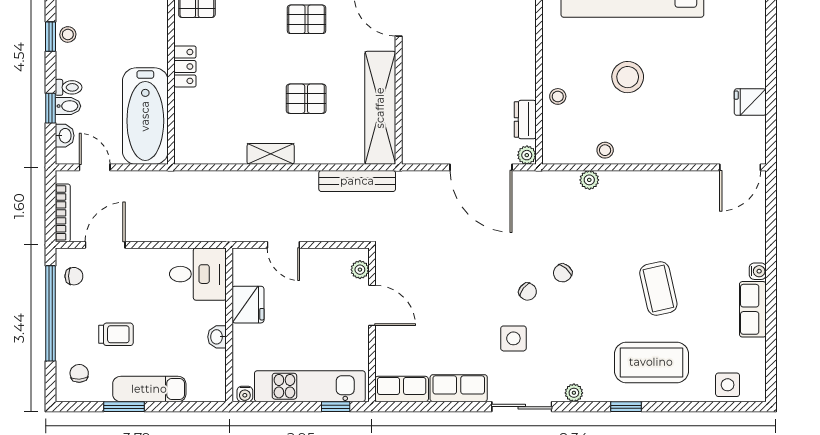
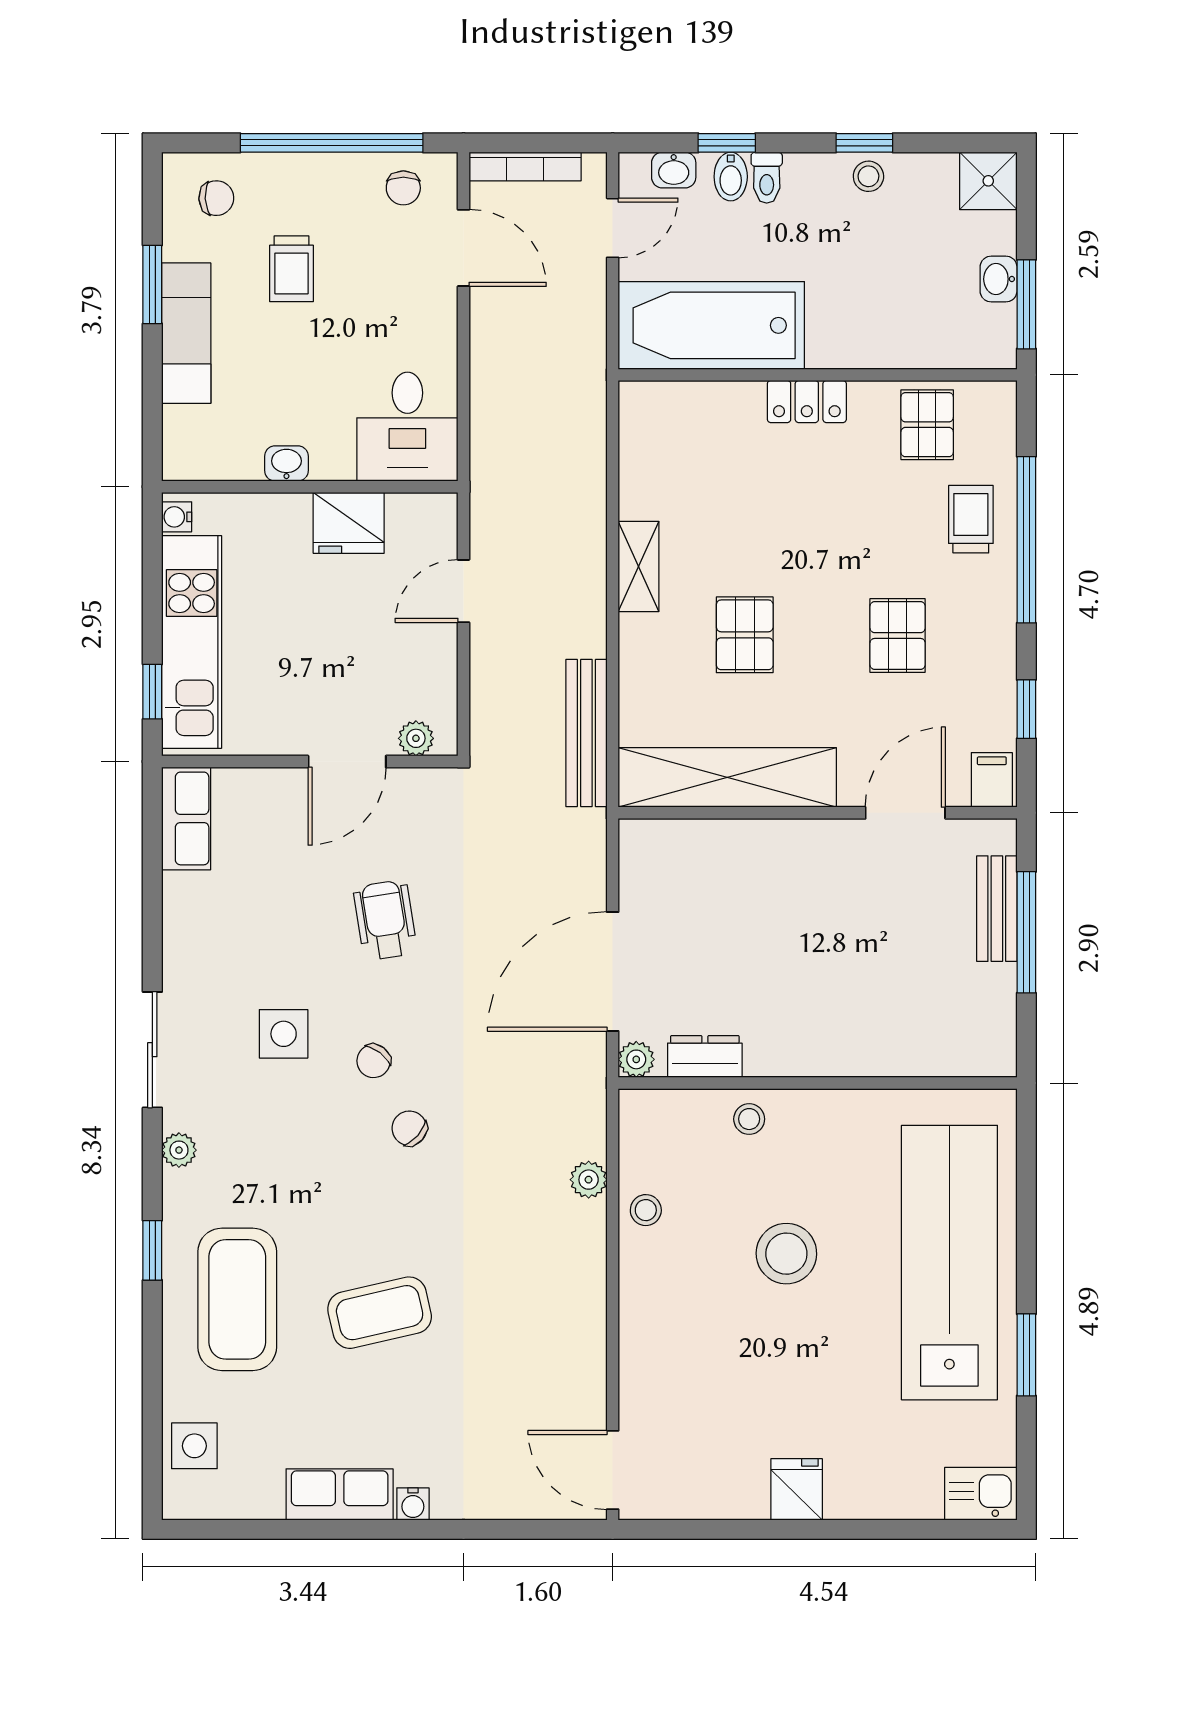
fridge: (750, 102) -> (797, 1489), moved
wheelchair: (454, 286) -> (385, 920), added
row of seats: (459, 388) -> (188, 928), removed

